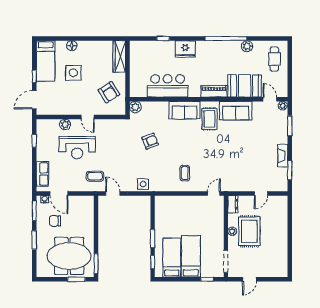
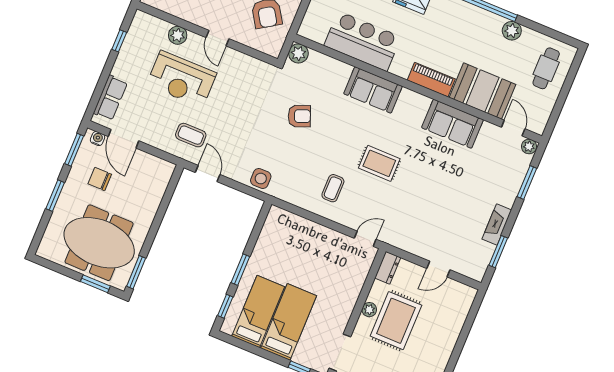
rug: (209, 119) -> (379, 163), moved, turned 90

